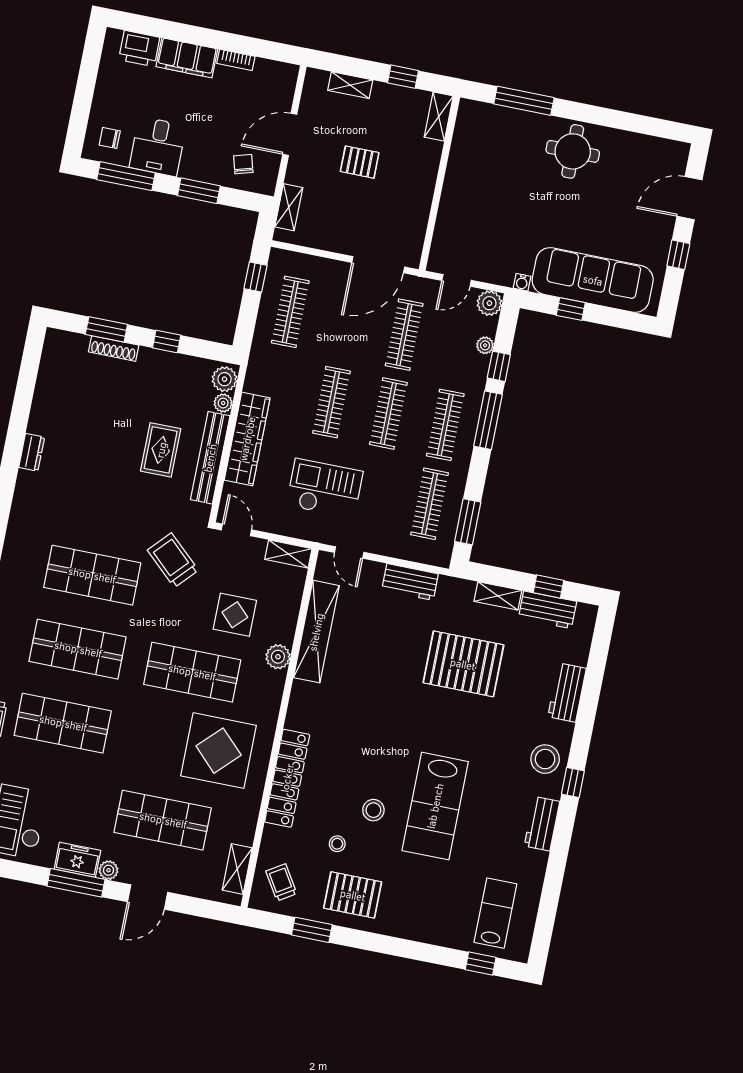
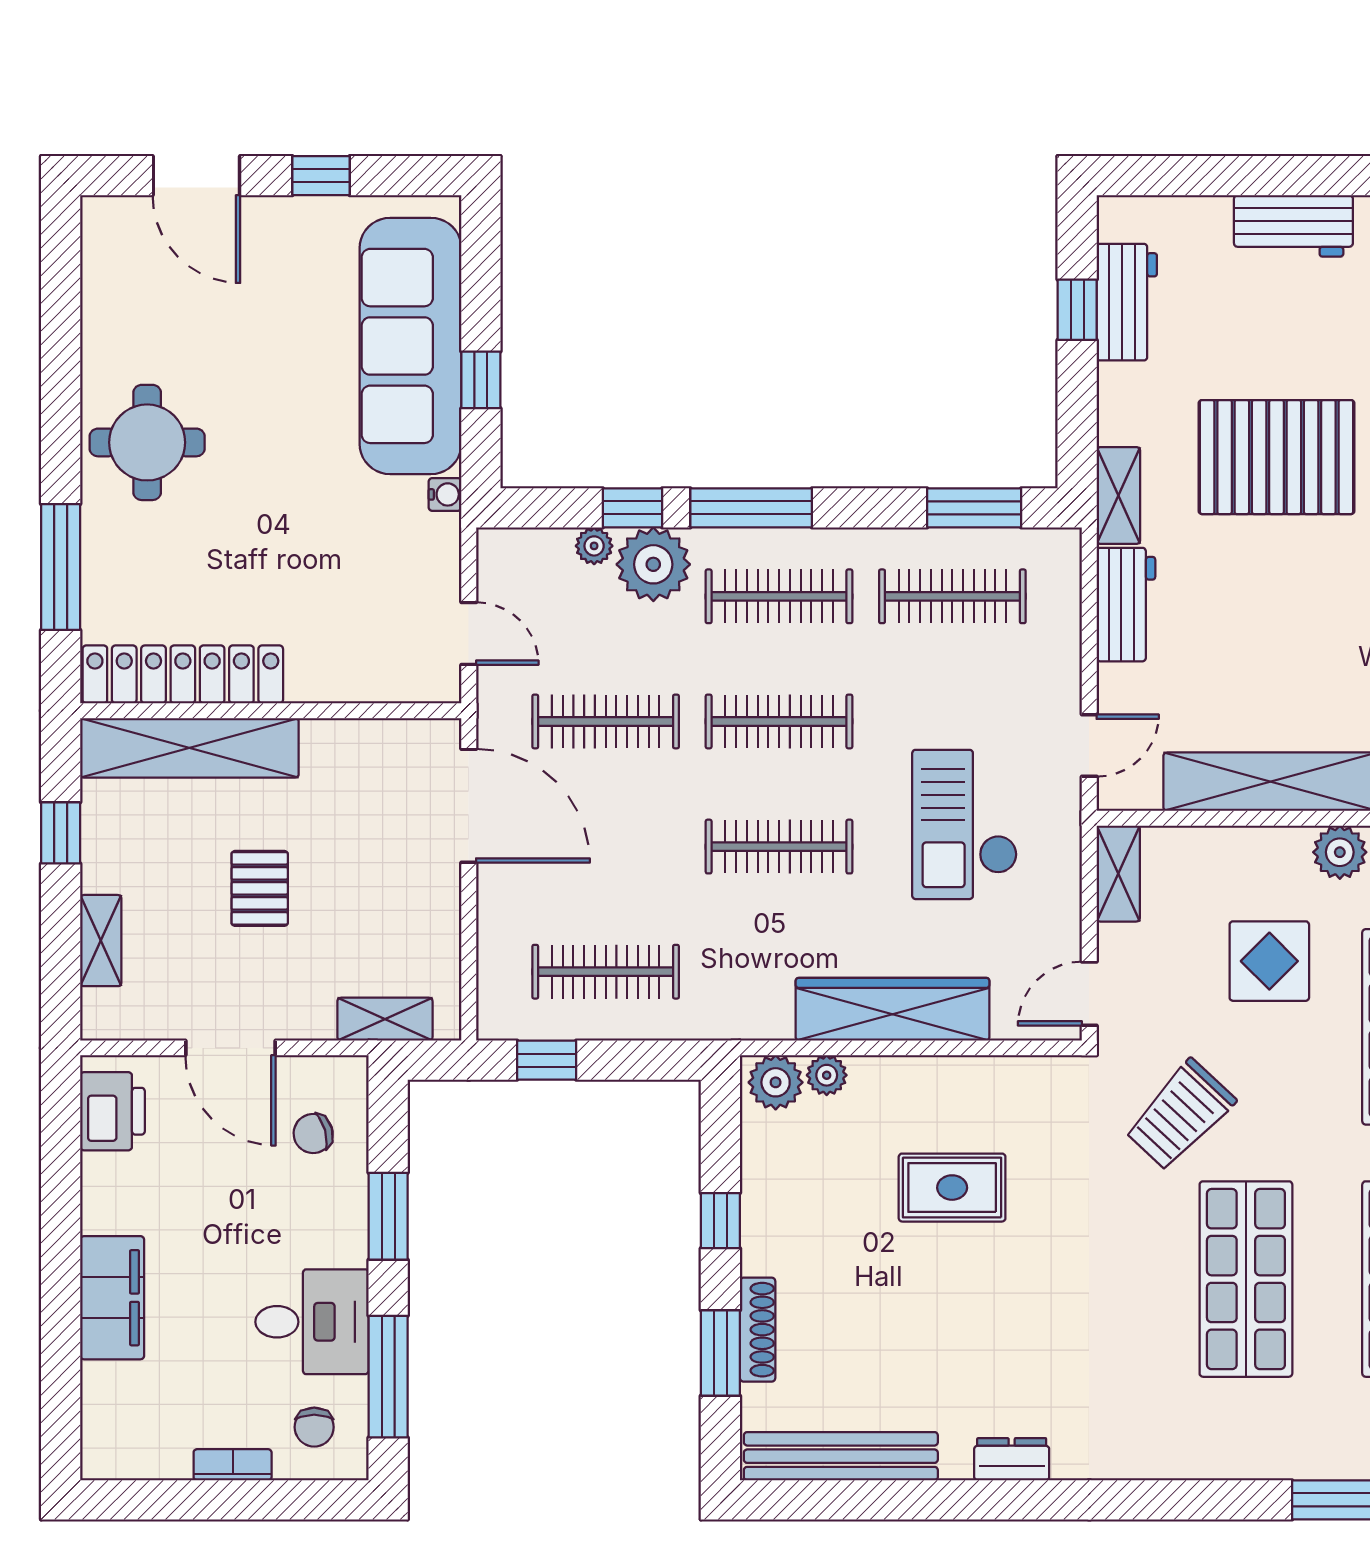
printer: (139, 48) -> (113, 1111), moved
bookcase: (236, 60) -> (233, 1465), moved, turned -90
shelving: (439, 117) -> (189, 748), width x2.20, depth x1.33
locker: (464, 147) -> (183, 674), added
plant: (489, 303) -> (653, 564), moved, width x1.36, depth x1.36
bench: (210, 458) -> (841, 1456), moved
shelving: (498, 596) -> (1118, 496), moved
pallet: (463, 664) -> (1277, 457), turned 90

